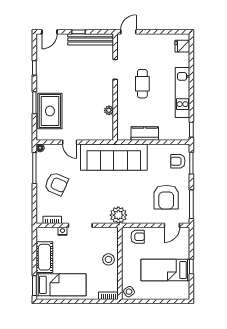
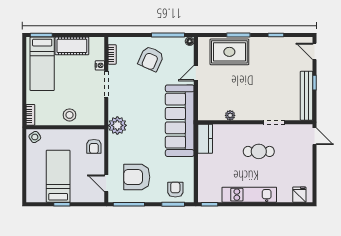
kitchen counter: (145, 134) -> (205, 139), moved

